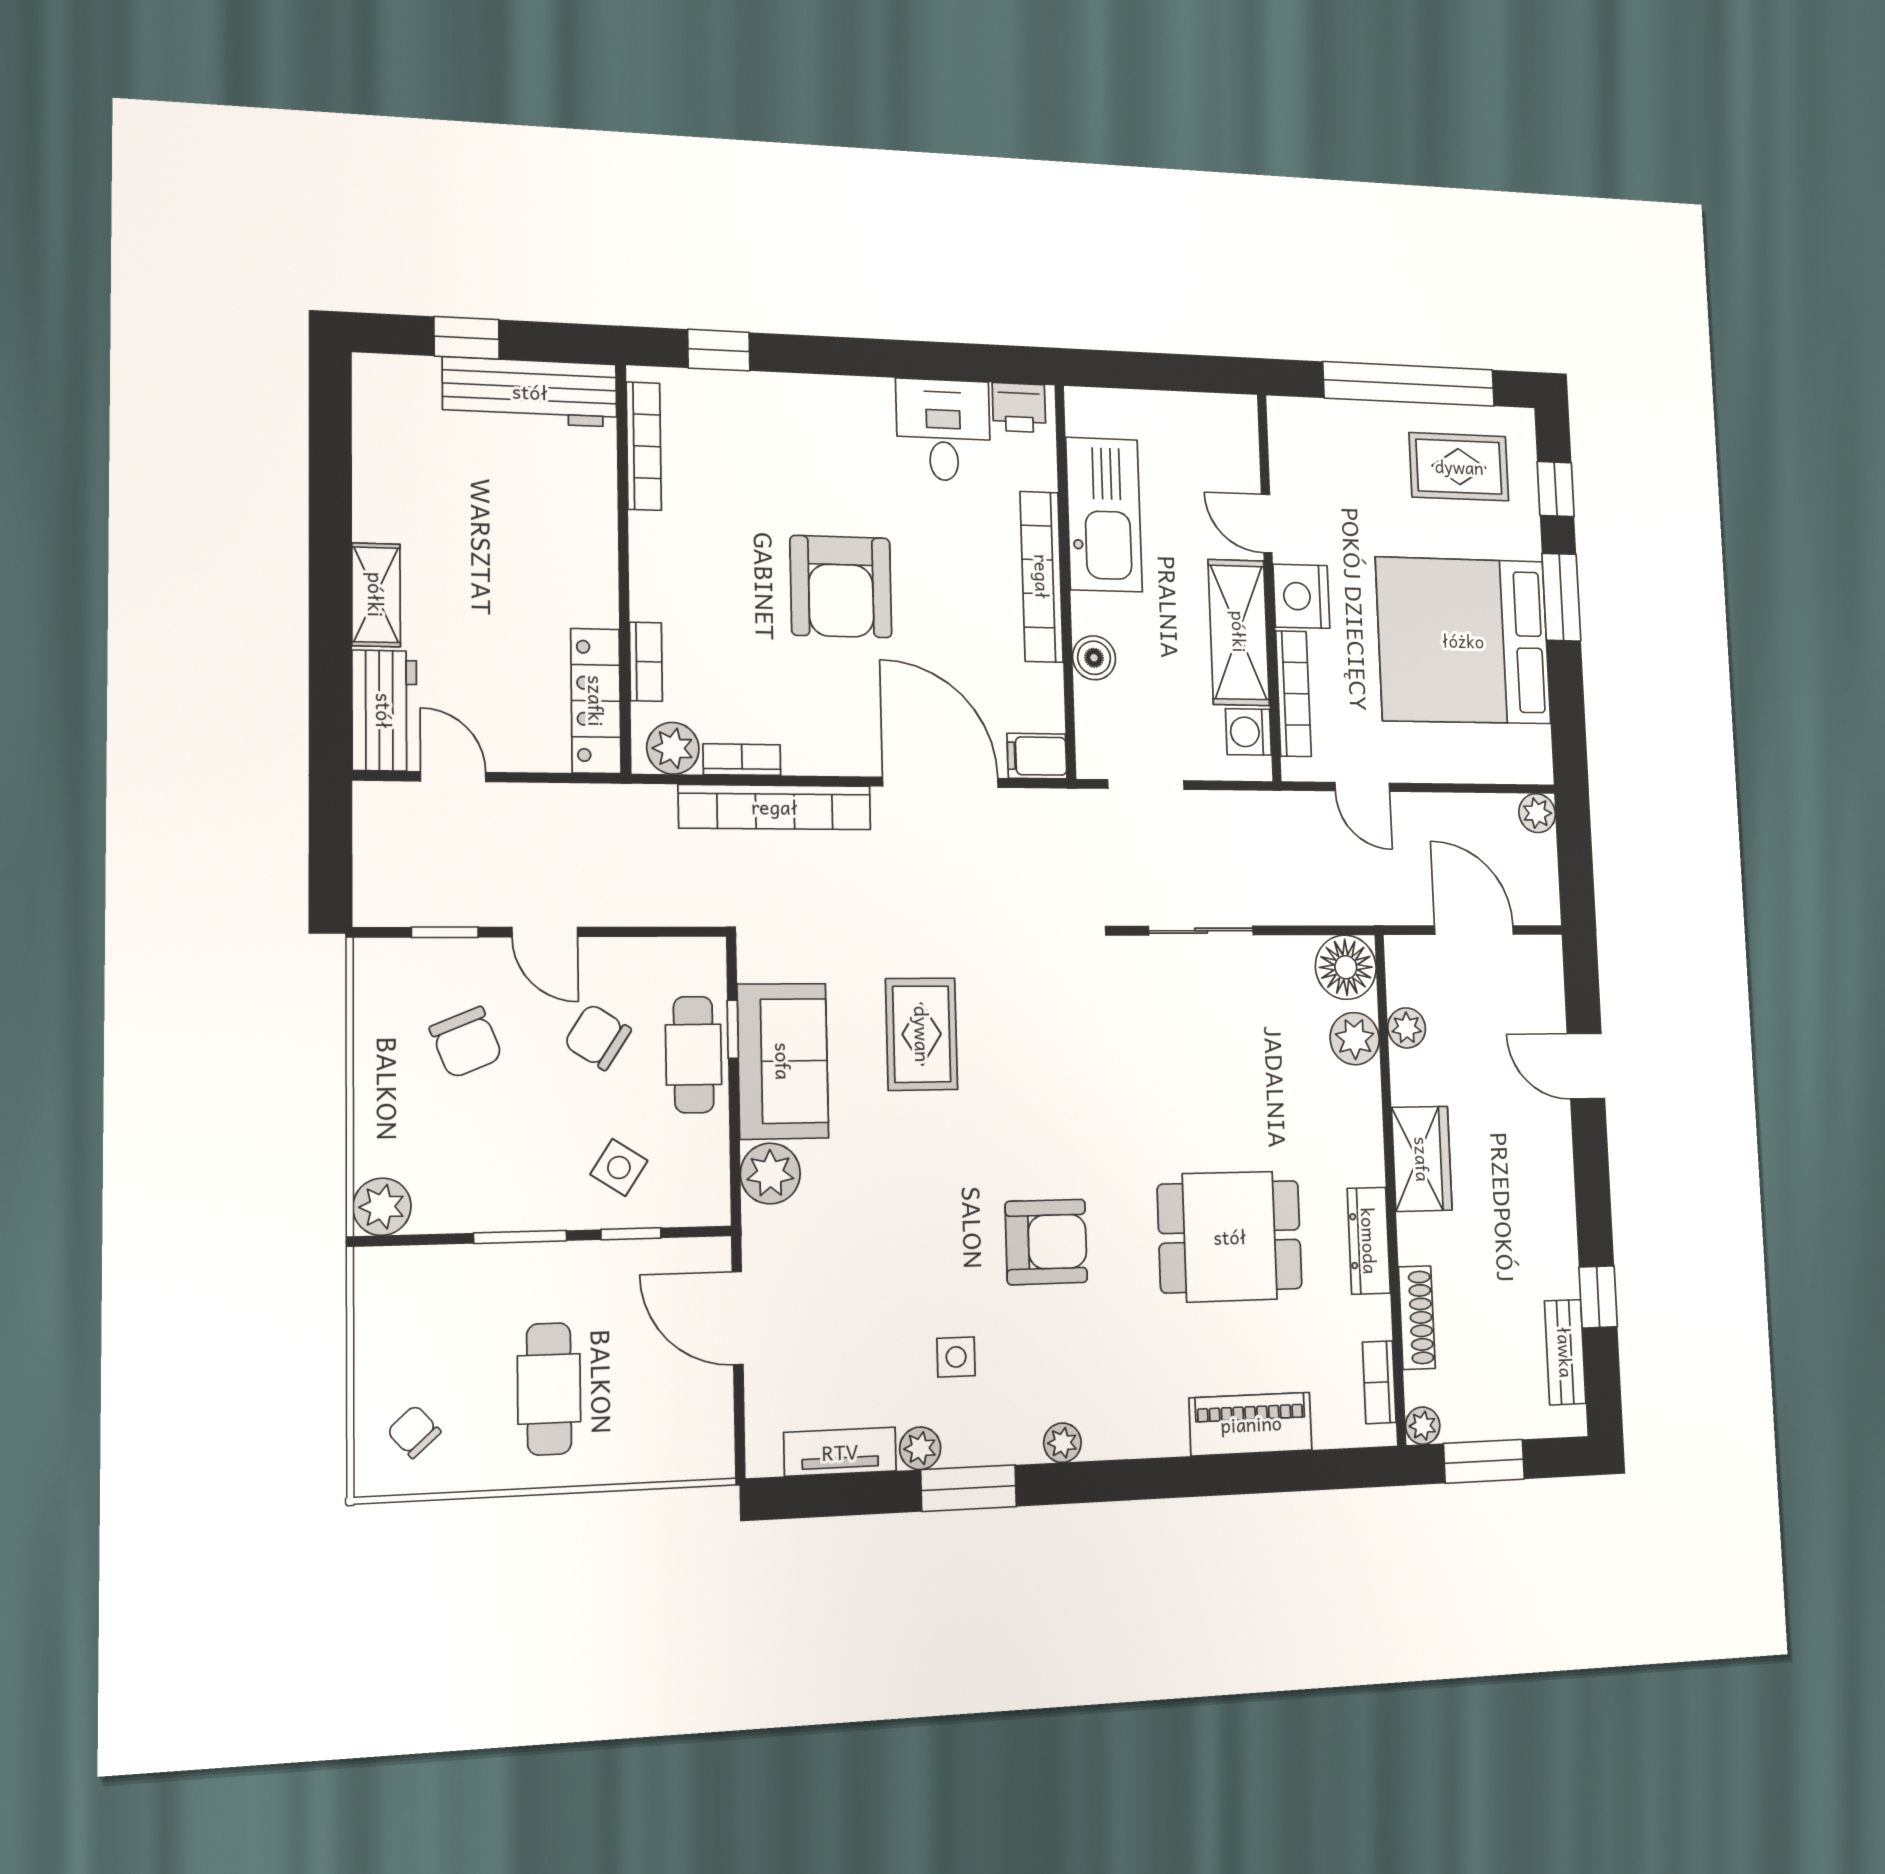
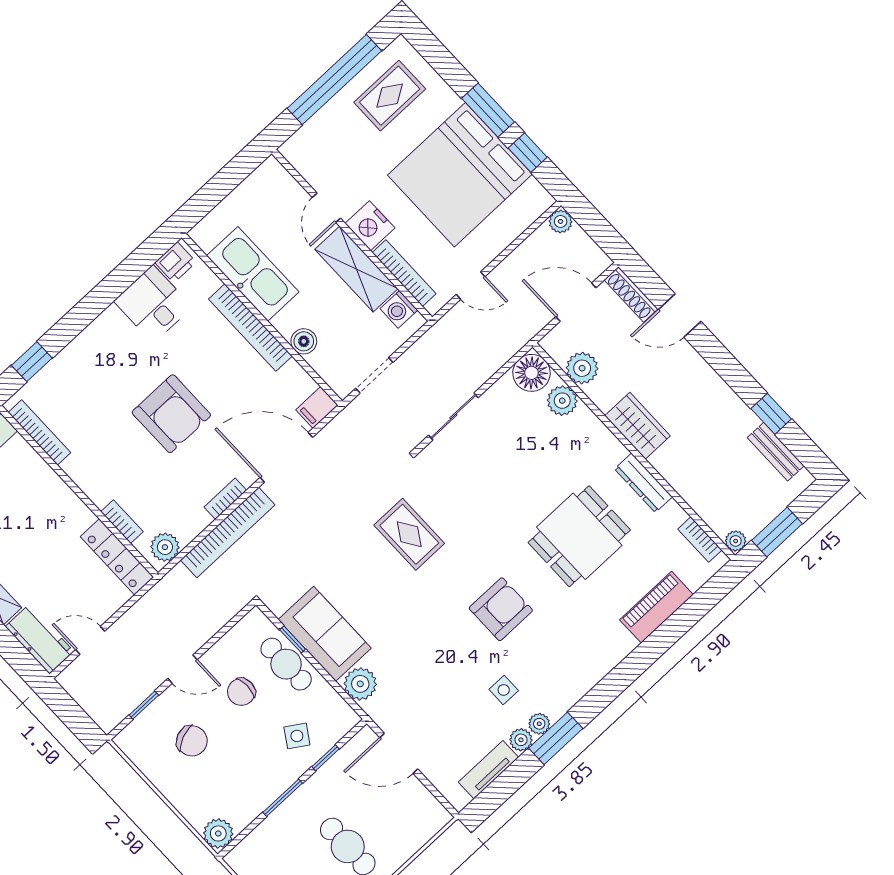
window: (1556, 489) -> (528, 153), moved
door: (1267, 524) -> (326, 208), hinge flipped
bookcase: (742, 760) -> (225, 499), moved
plant: (1407, 1028) -> (582, 368), width x1.38, depth x1.38
rug: (922, 1034) -> (409, 534), moved
chair: (597, 1037) -> (241, 692), turned -33
shoe rack: (1417, 1318) -> (631, 294), moved, turned 180
plant: (1062, 1443) -> (539, 724), moved

